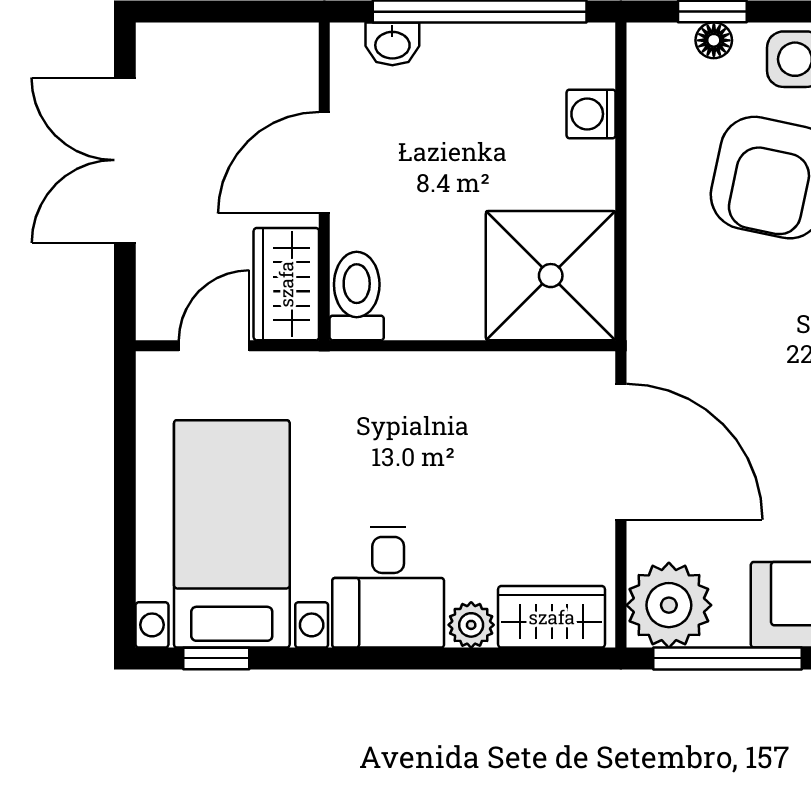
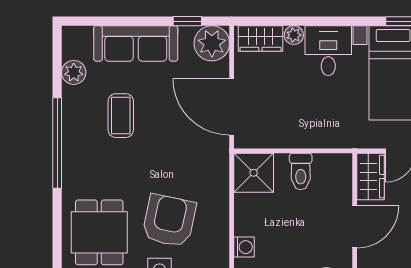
shower: (551, 276) -> (254, 173), width x0.73, depth x0.73
toilet: (357, 296) -> (301, 172), moved
window: (727, 658) -> (187, 21), width x0.46

